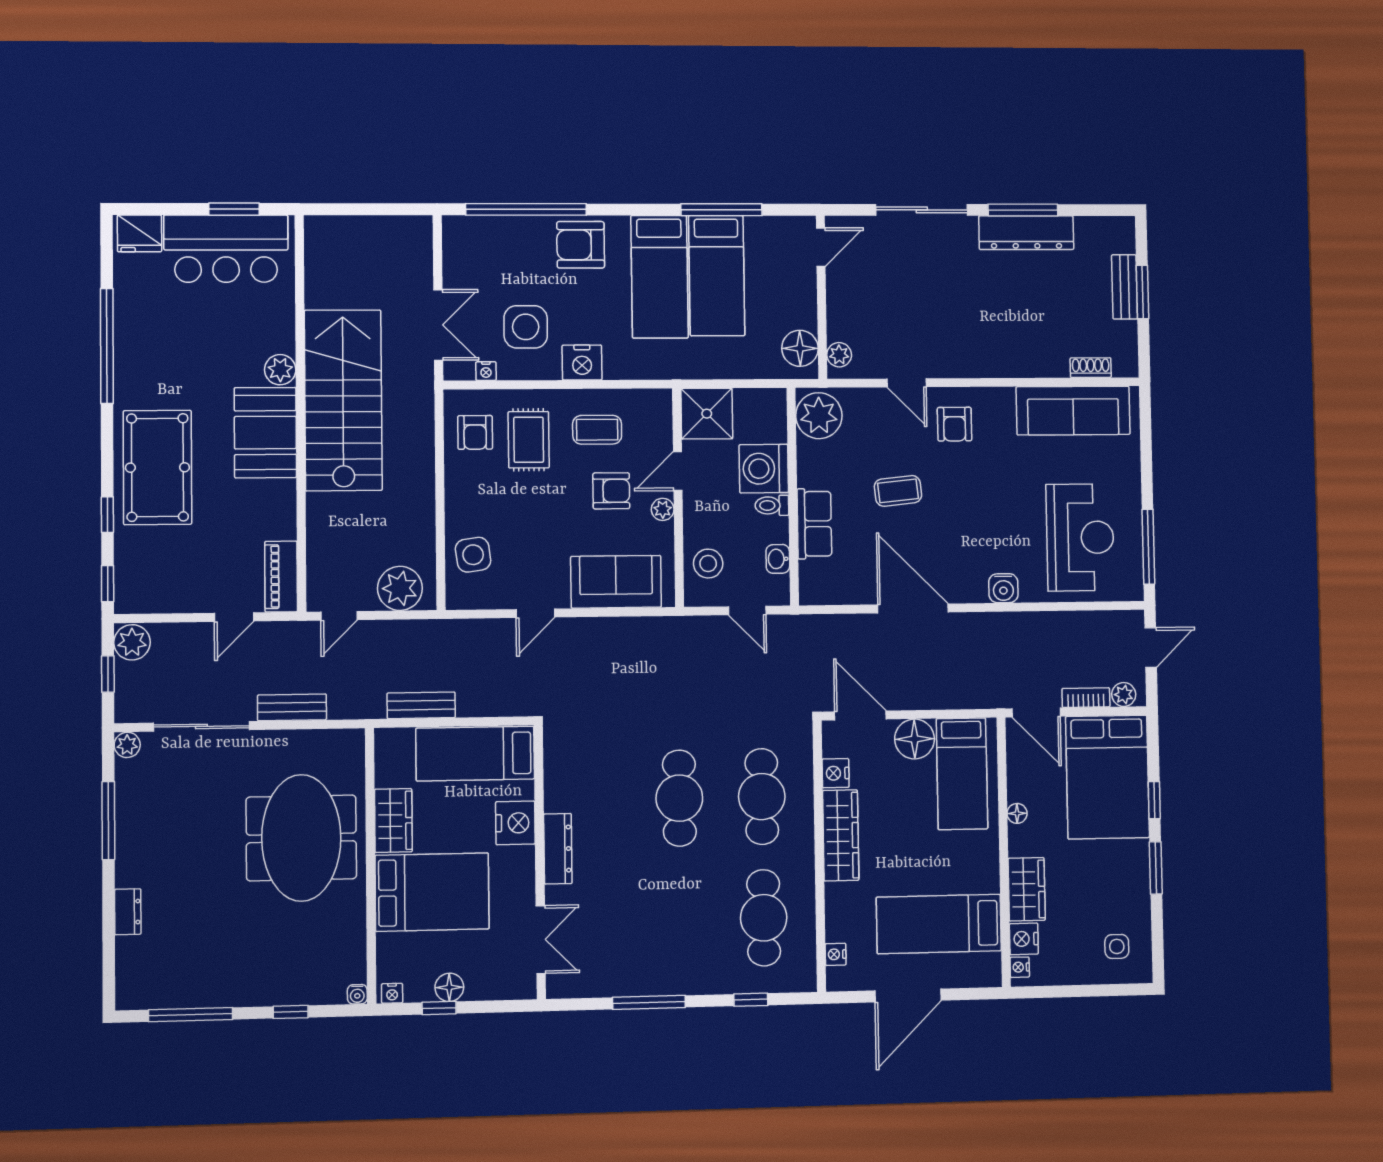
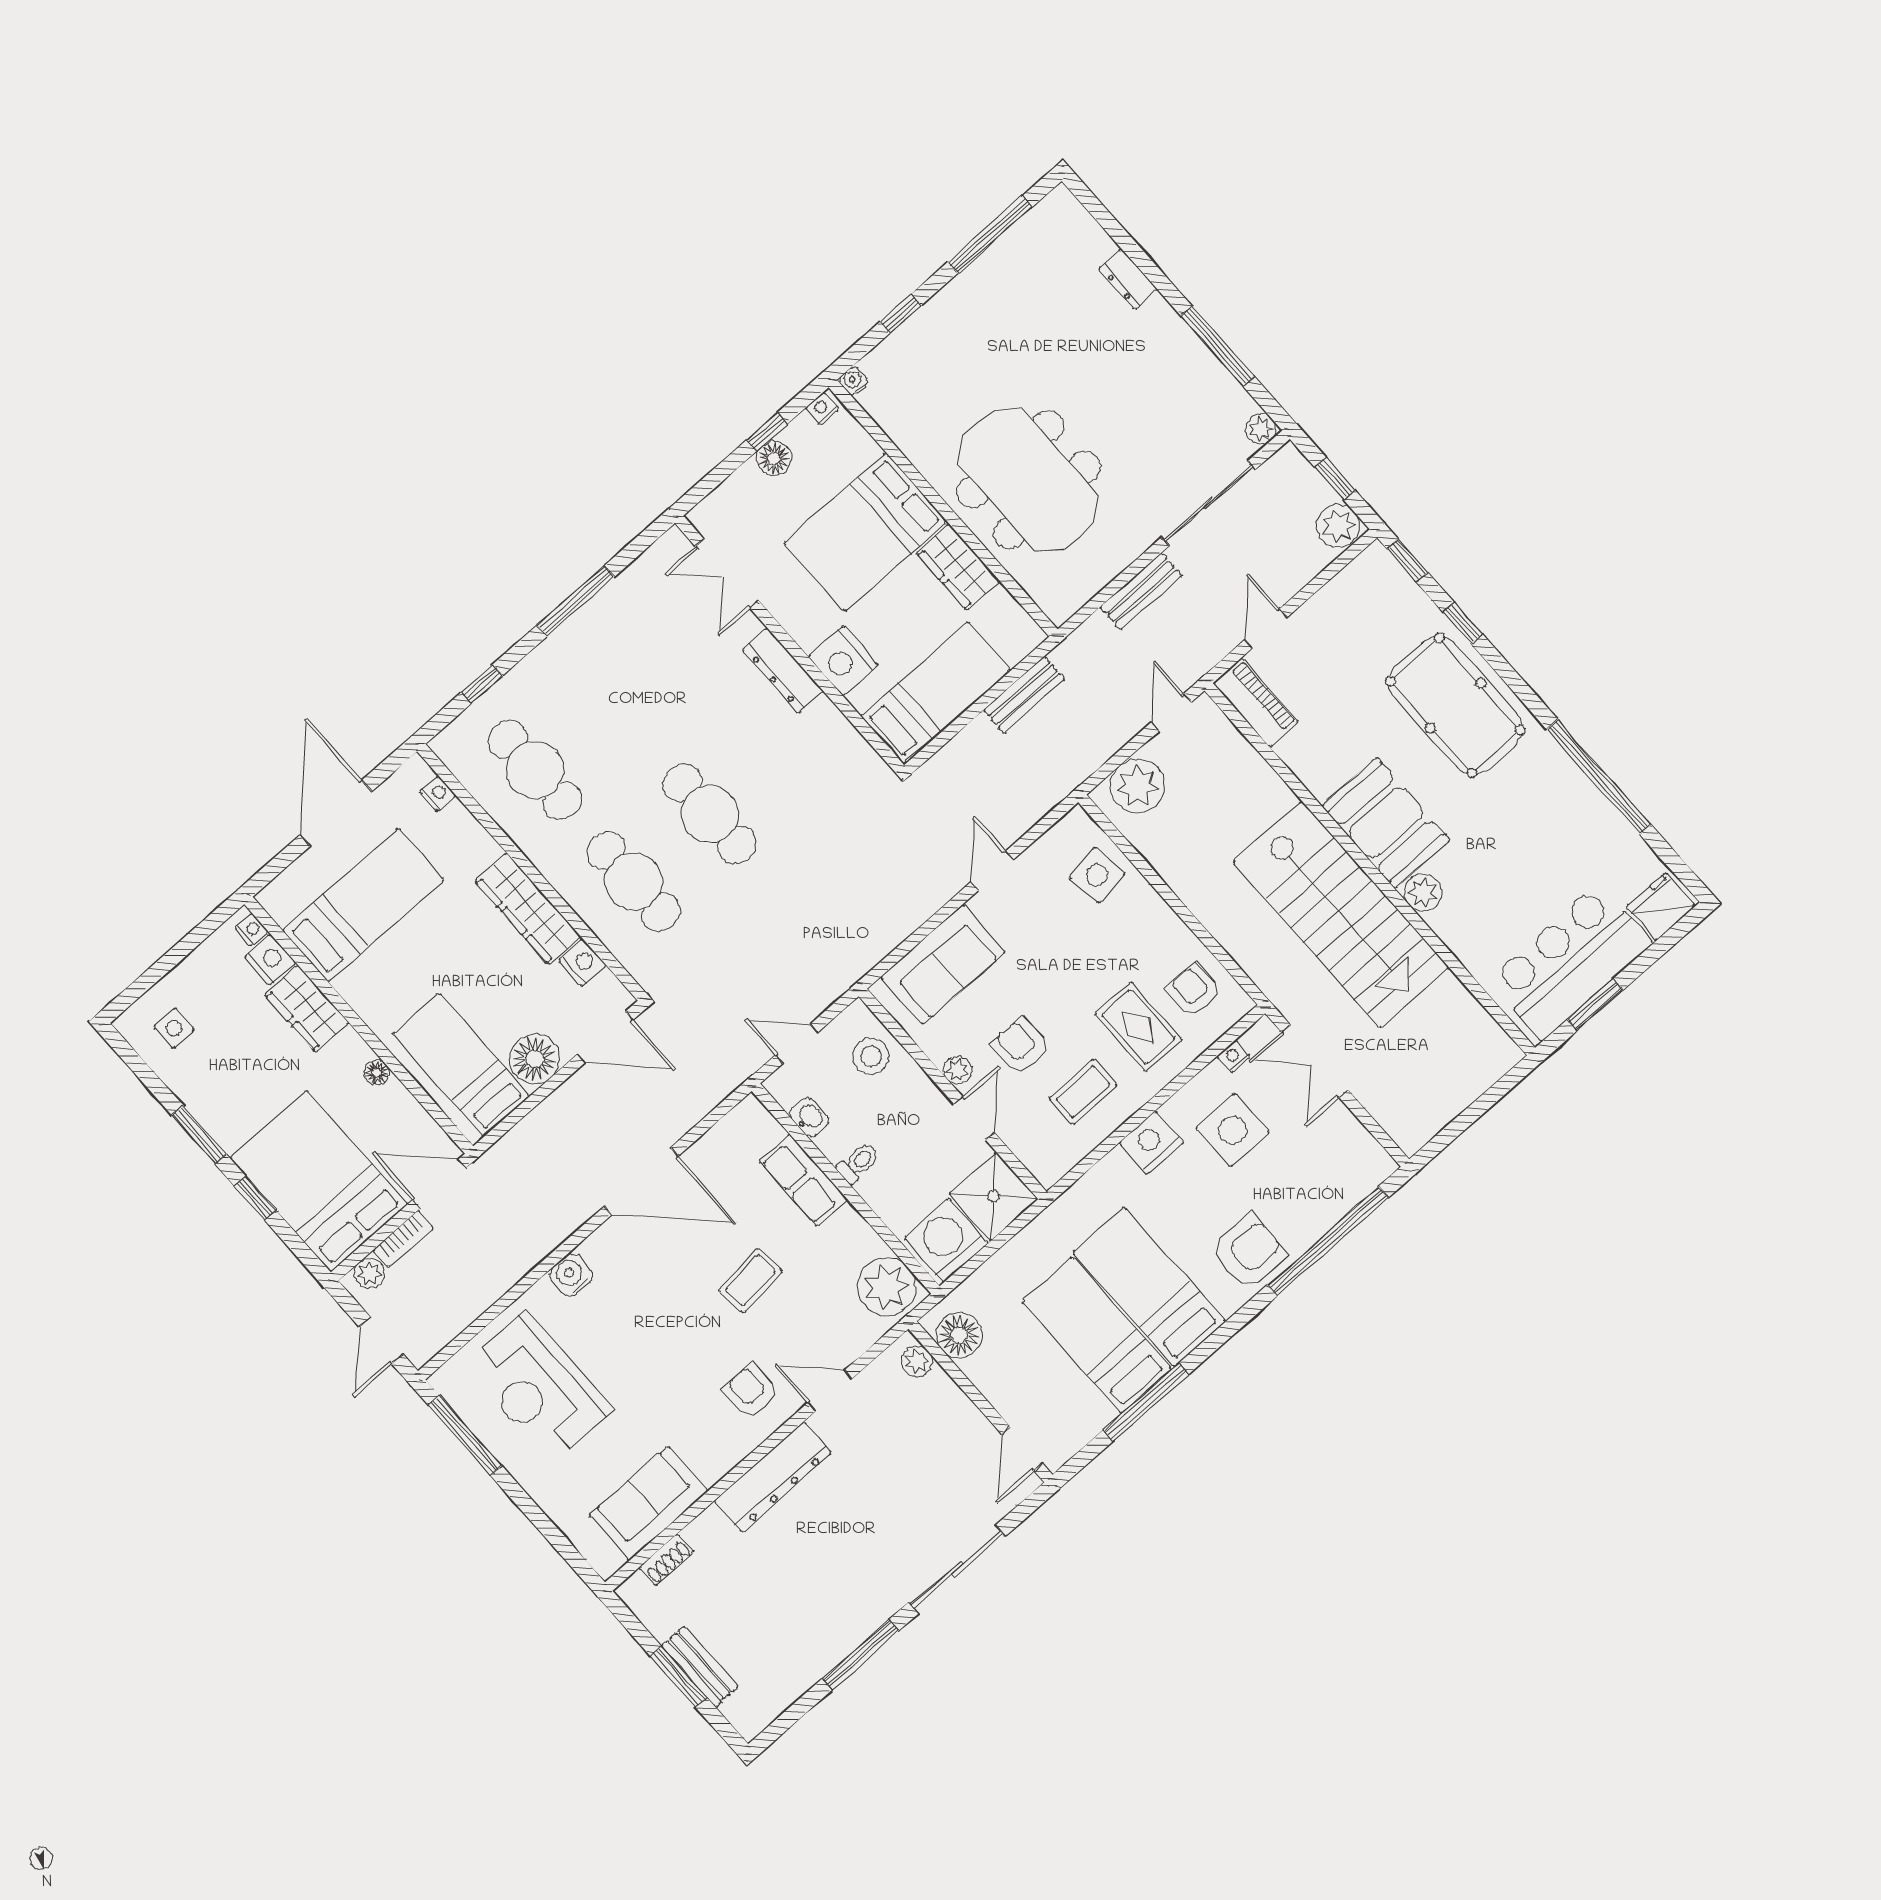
dresser: (1026, 233) -> (773, 1477), moved, turned 180
sofa: (1073, 411) -> (648, 1503), width x0.73
washing machine: (764, 469) -> (946, 1240), moved, turned -90
armchair: (611, 491) -> (1020, 1046), turned 90

